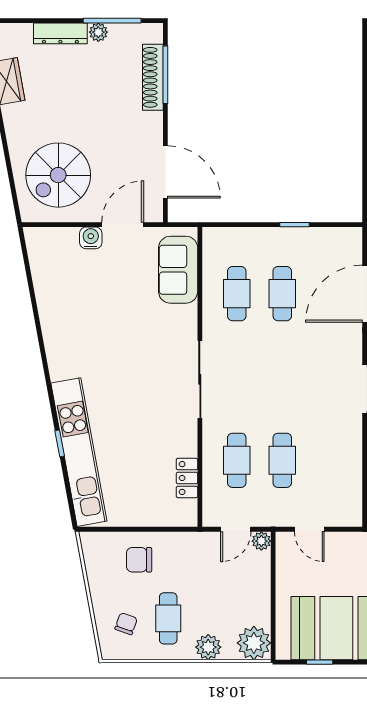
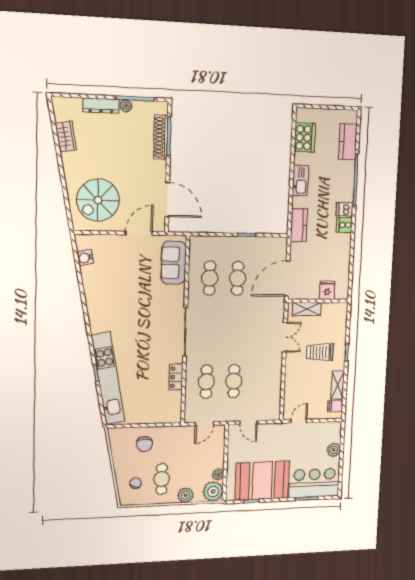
water cooler: (91, 238) -> (85, 258), moved, turned -100
locker: (187, 478) -> (176, 377), moved
plant: (261, 541) -> (218, 475), moved
chair: (139, 560) -> (145, 444), turned -90

